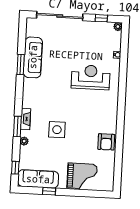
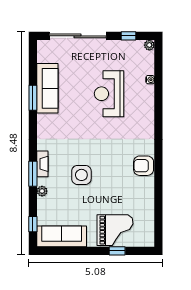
reception desk: (91, 77) -> (109, 94), moved, turned -90
armchair: (106, 142) -> (144, 166), moved, turned 90
window: (49, 191) -> (117, 251), moved

